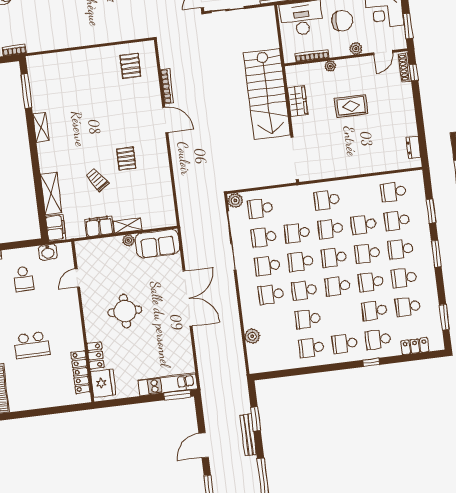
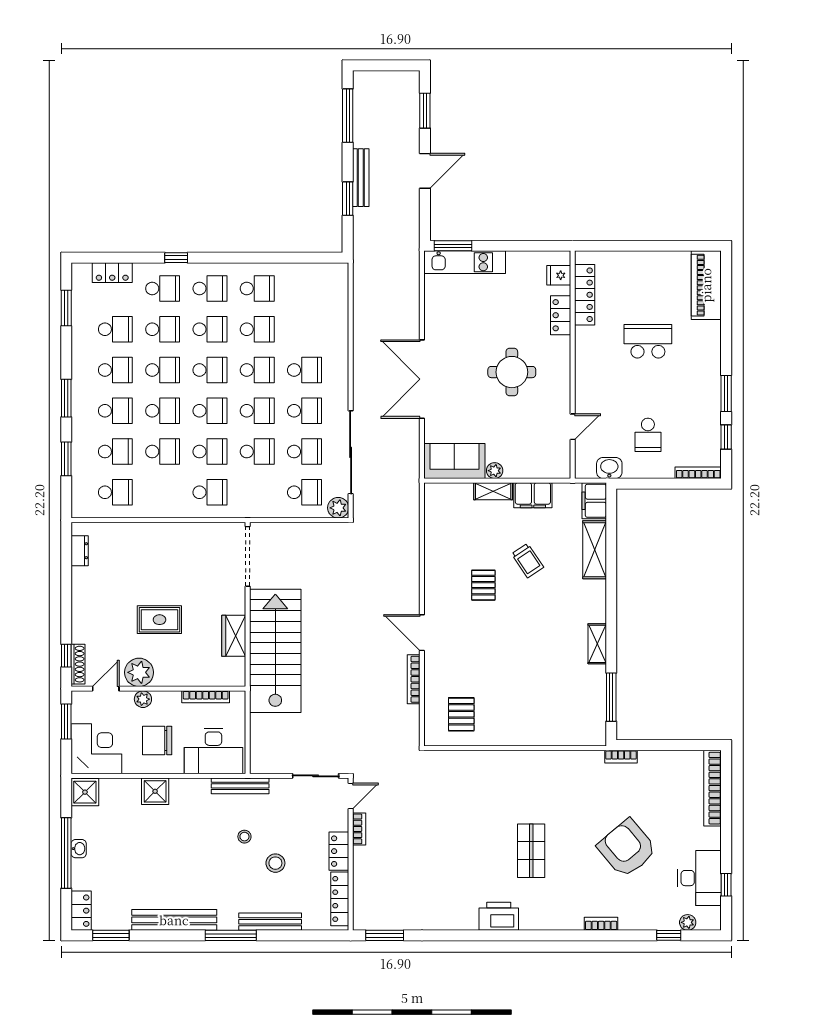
plant: (330, 66) -> (139, 672), moved, width x1.88, depth x1.88
school desk: (24, 279) -> (648, 435), turned 180
school desk: (341, 315) -> (210, 329), added
plant: (252, 336) -> (338, 315), removed
fridge: (103, 383) -> (559, 275), width x0.53, depth x0.75

